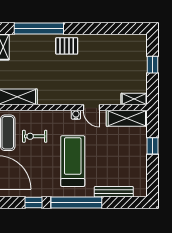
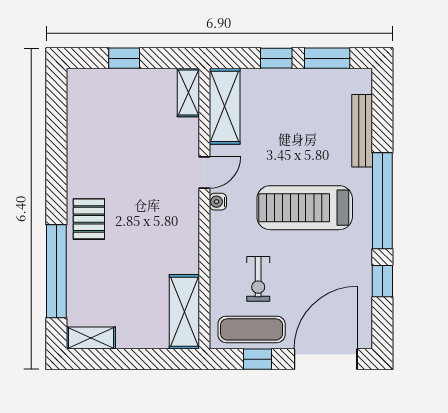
window: (153, 173) -> (327, 58), added

